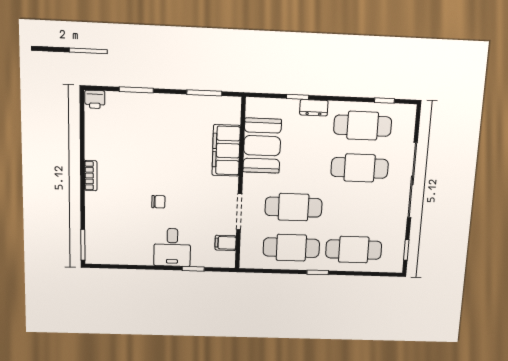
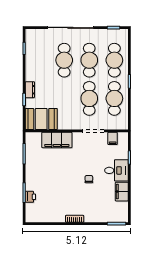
printer: (95, 99) -> (30, 197), moved
cafe table: (363, 126) -> (89, 60), moved
booth: (262, 146) -> (41, 119), moved
filing cabinet: (137, 255) -> (122, 192), added

